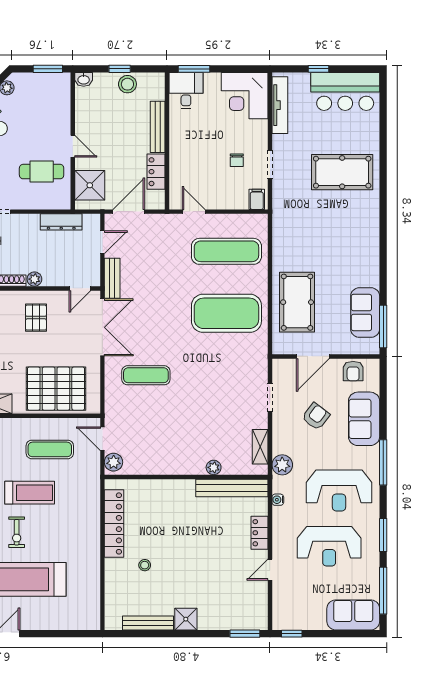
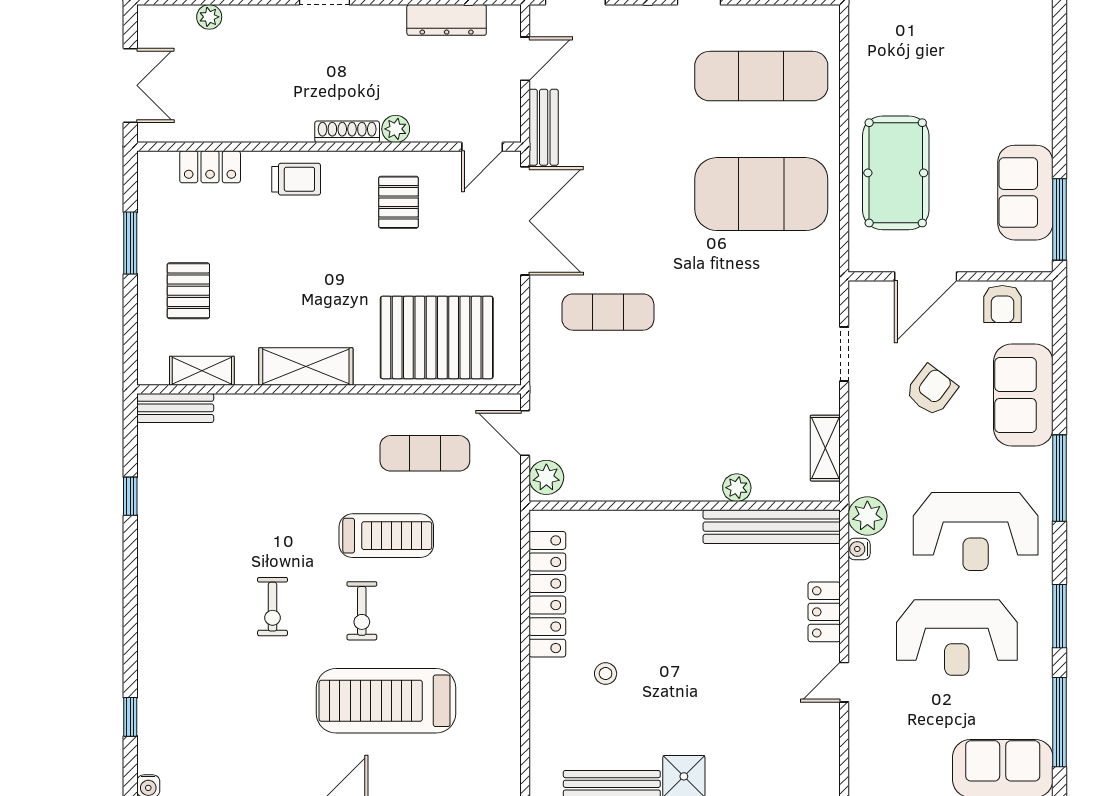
plant: (282, 465) -> (867, 516), moved

